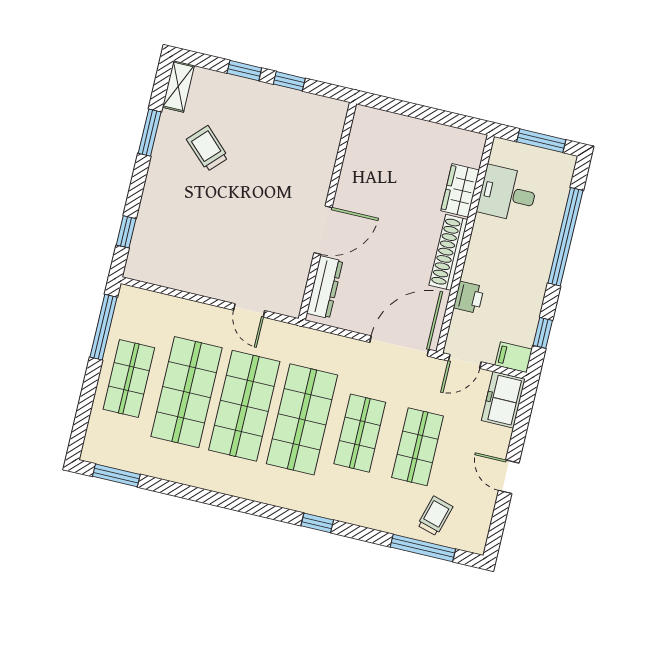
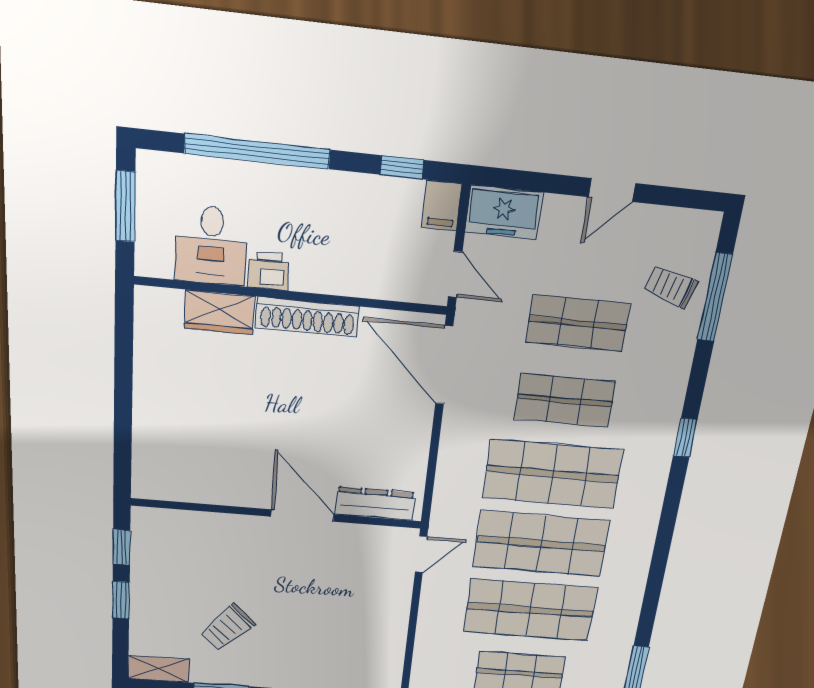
wall: (327, 211) -> (277, 513), moved
door: (323, 230) -> (302, 515), moved
dresser: (325, 287) -> (375, 504), moved
printer: (469, 297) -> (268, 271), moved

